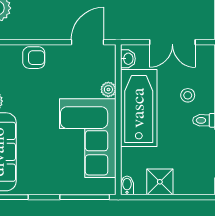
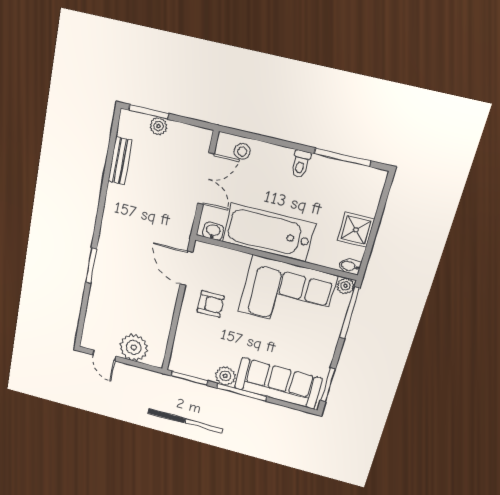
armchair: (34, 58) -> (211, 304), moved, turned 90
plant: (108, 89) -> (346, 286), moved
stool: (188, 95) -> (242, 151), moved

